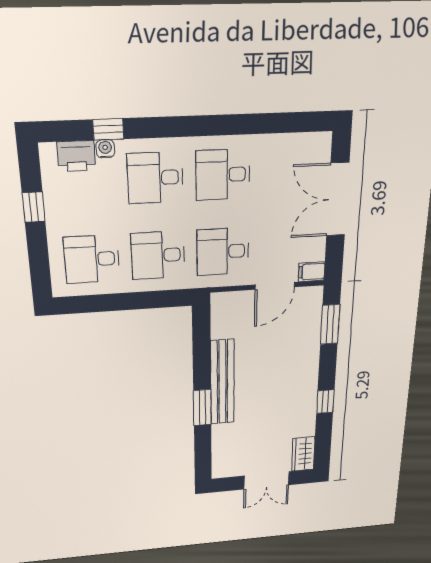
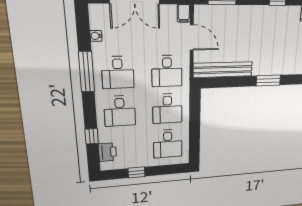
window: (226, 125) -> (86, 72), added
water cooler: (105, 149) -> (96, 36), moved
bench: (222, 382) -> (223, 70), moved

